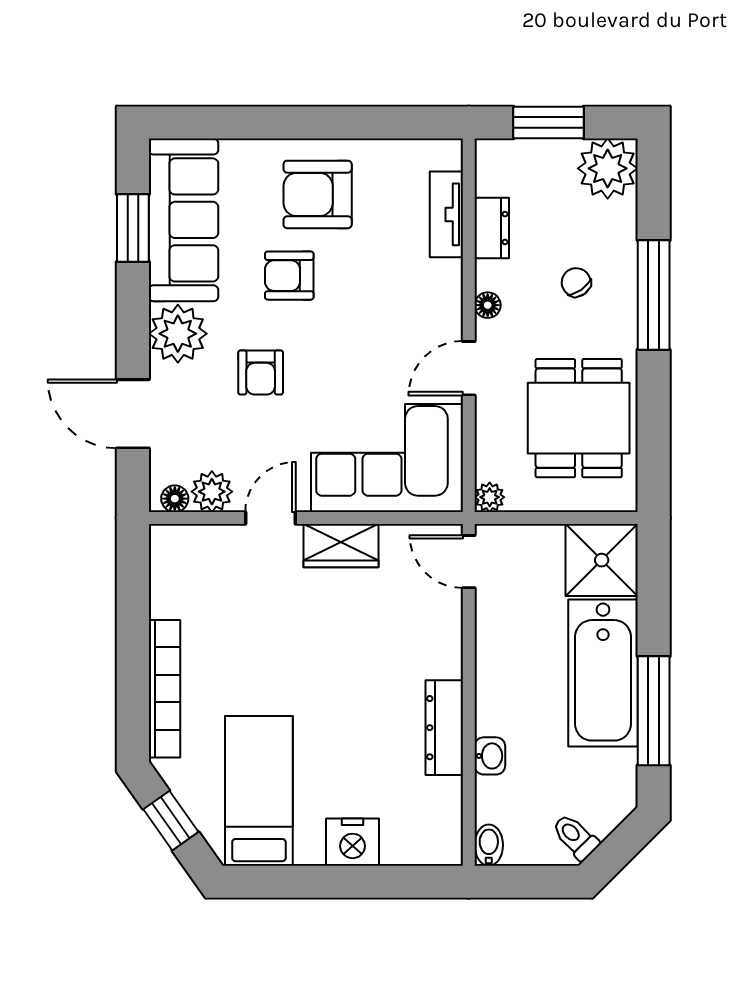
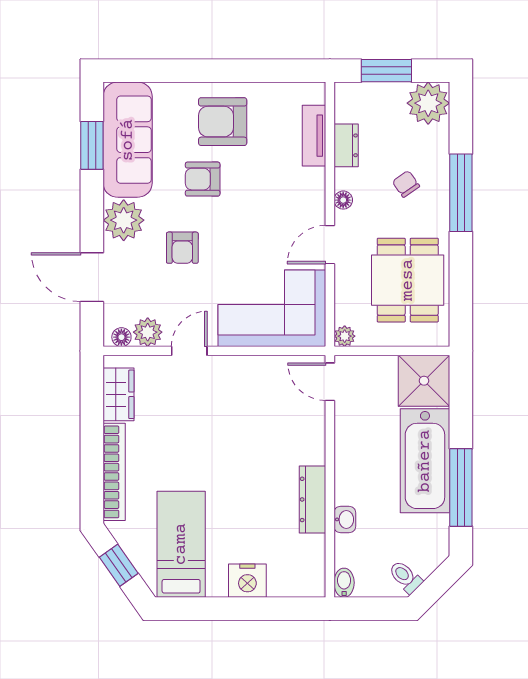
wardrobe: (341, 546) -> (118, 394), moved, turned -90

